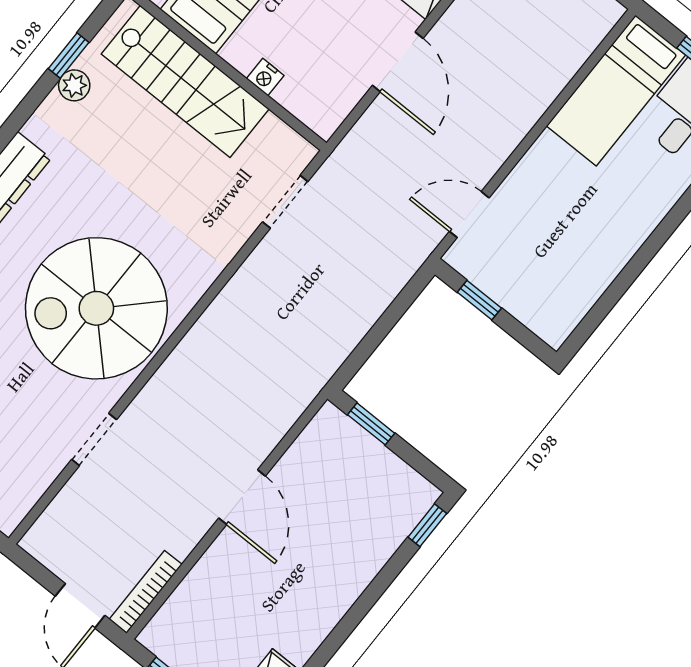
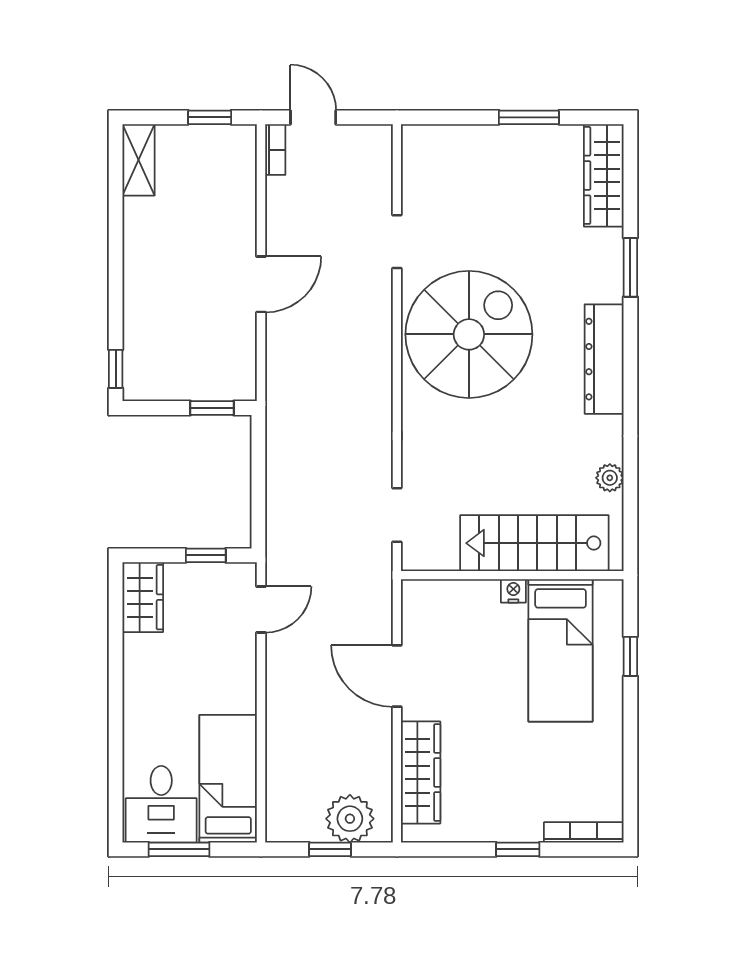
window: (69, 56) -> (630, 496), removed
nightstand: (265, 77) -> (513, 591), moved
wardrobe: (563, 308) -> (143, 597), added
door: (242, 497) -> (261, 284), swing flipped
bookcase: (146, 592) -> (275, 150), width x0.64

